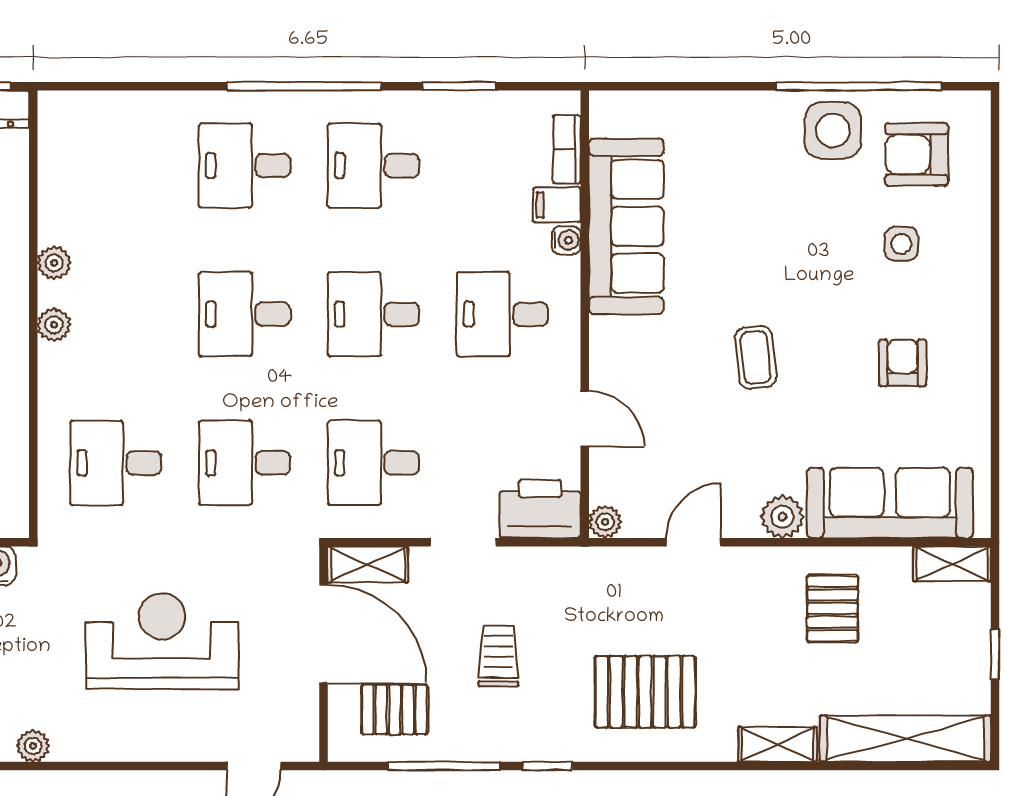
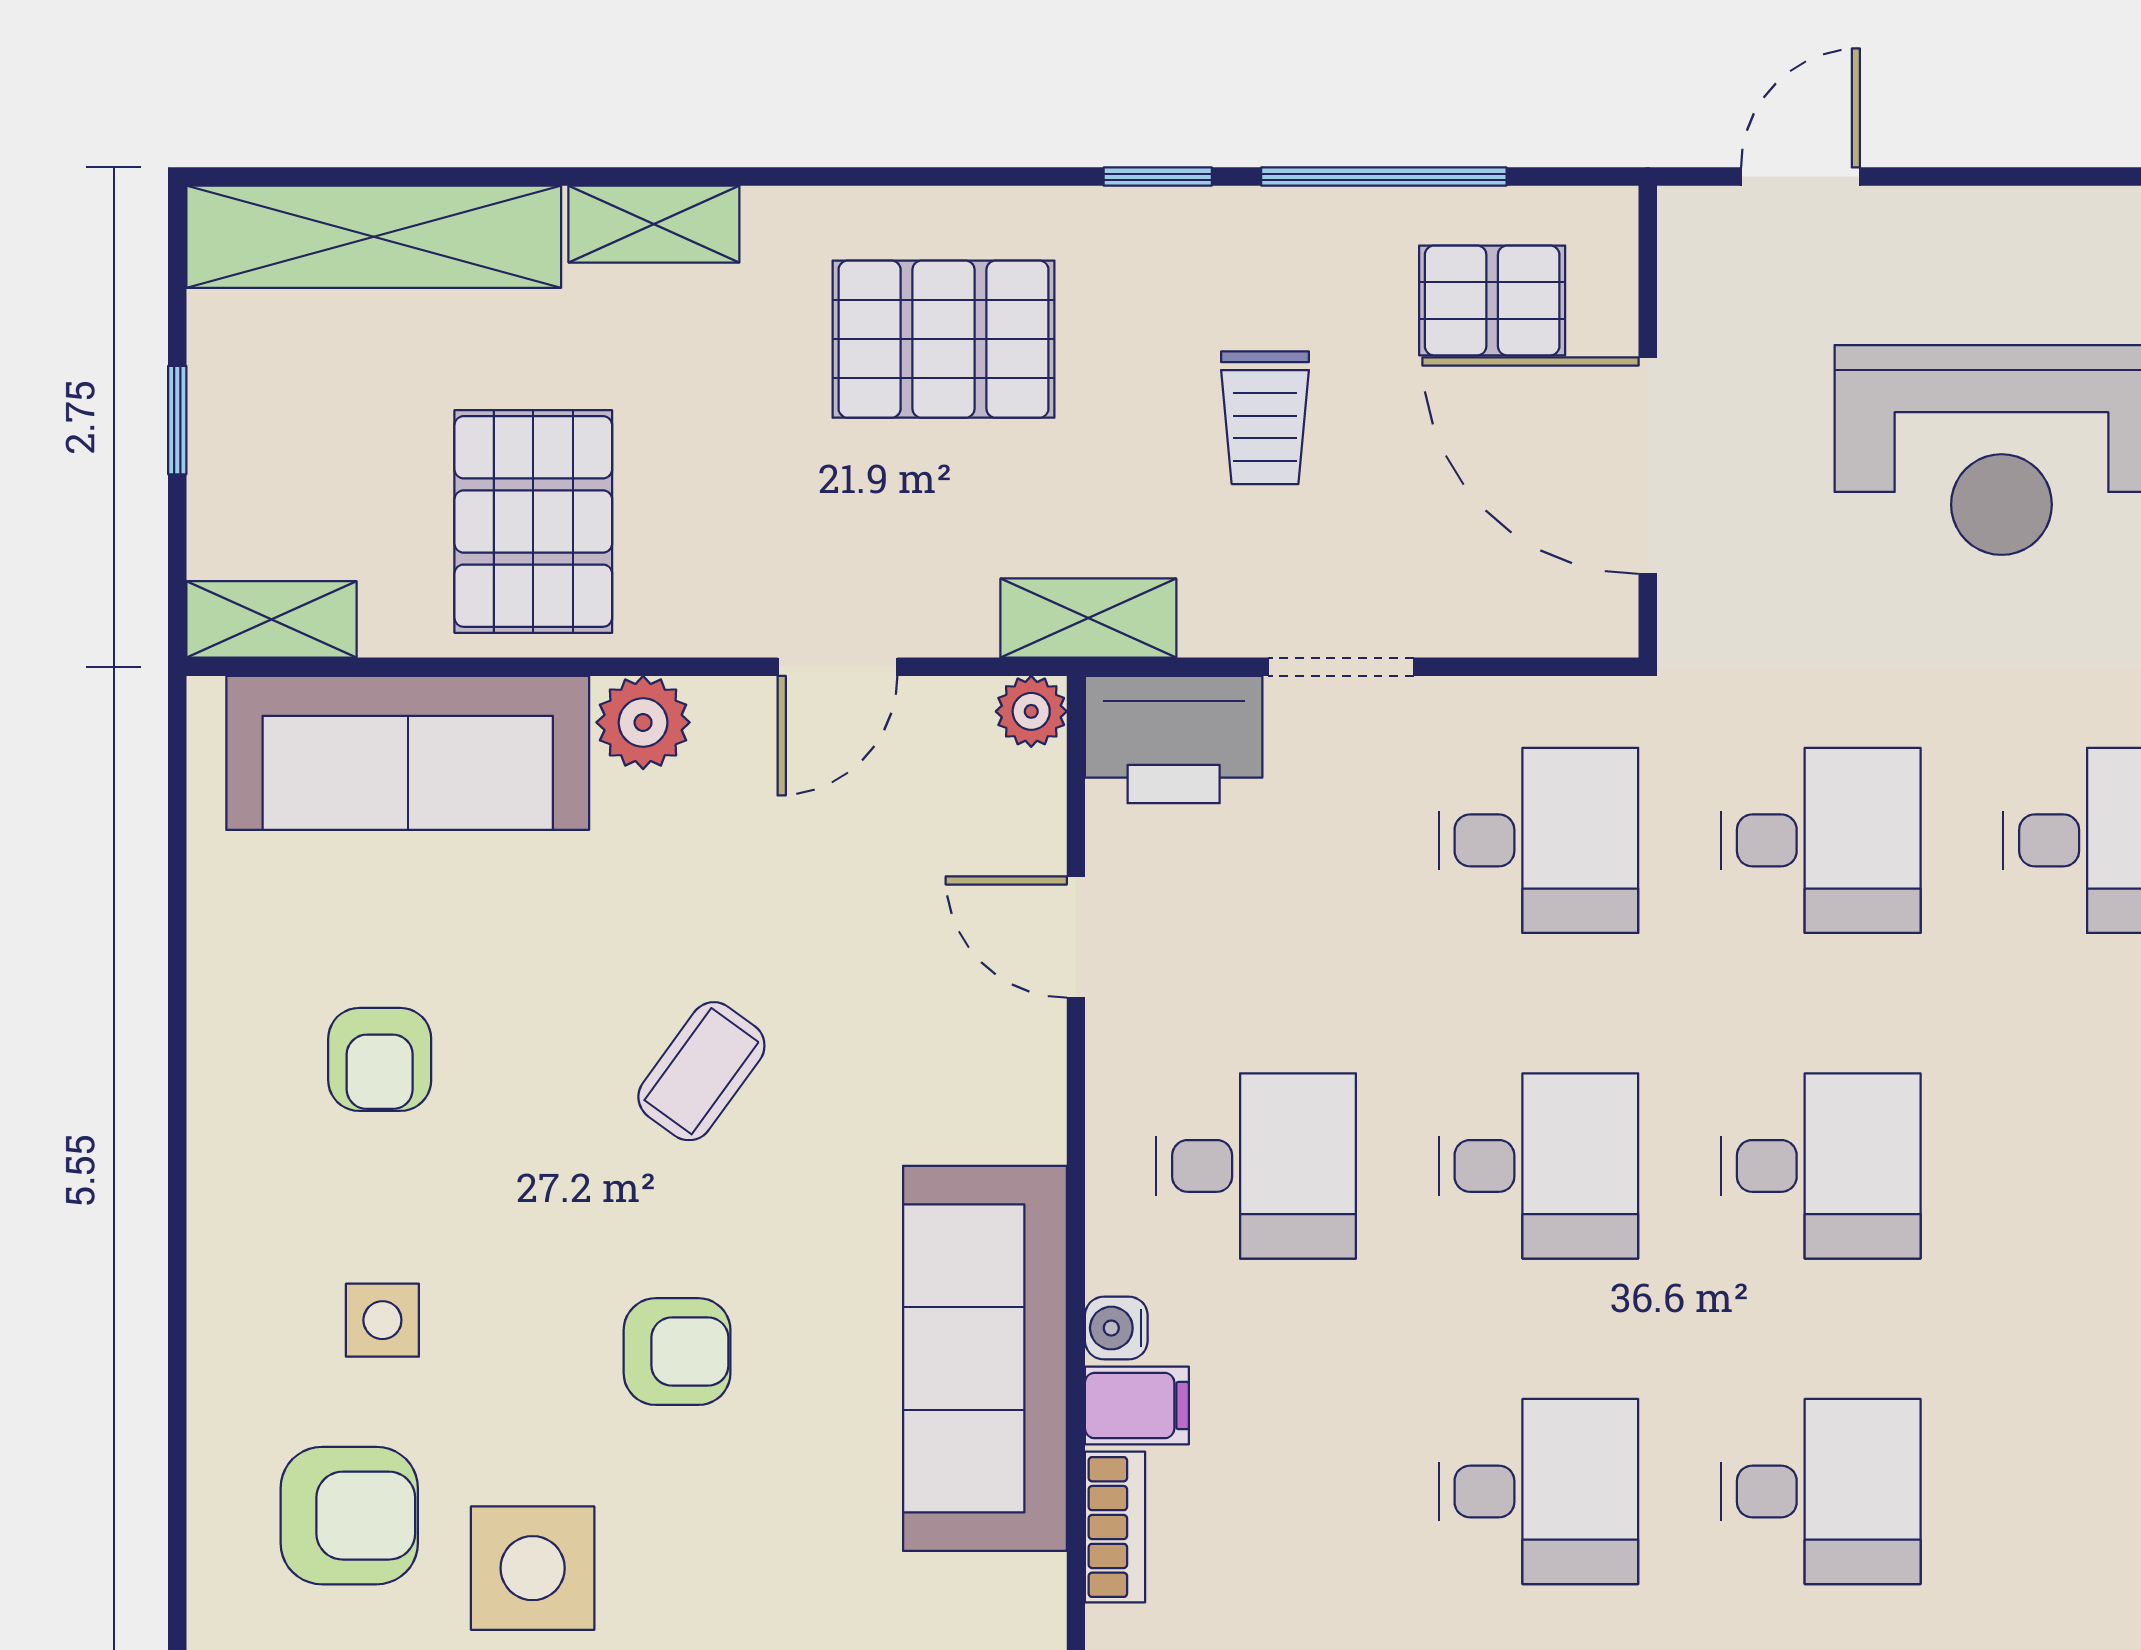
armchair: (767, 229) -> (677, 1352), added
coffee table: (756, 357) -> (701, 1071), turned 42
shelving: (368, 564) -> (1088, 618), moved
pallet: (832, 609) -> (533, 521), width x1.50, depth x1.42

